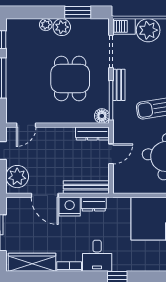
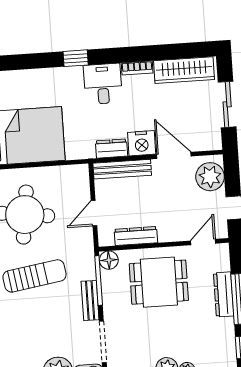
dining table: (70, 79) -> (159, 282), moved, turned 90
dresser: (13, 83) -> (224, 294), added
dresser: (92, 134) -> (136, 236), moved

